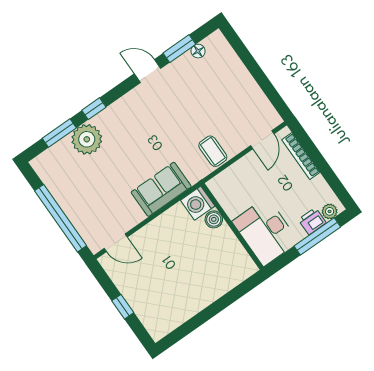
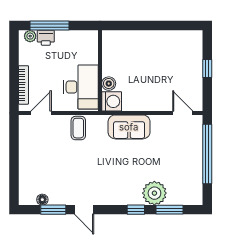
desk: (265, 232) -> (81, 87), moved

